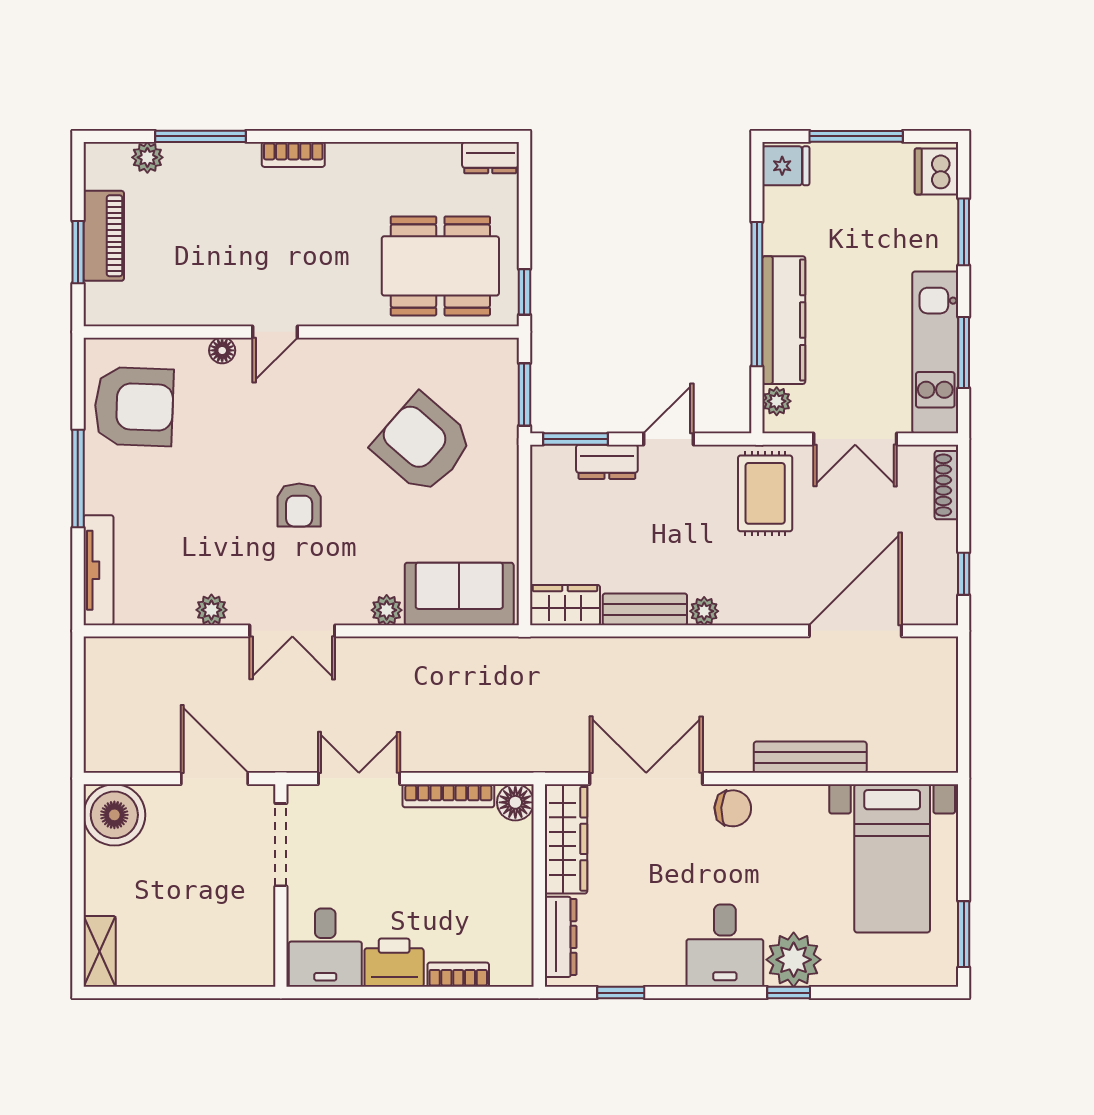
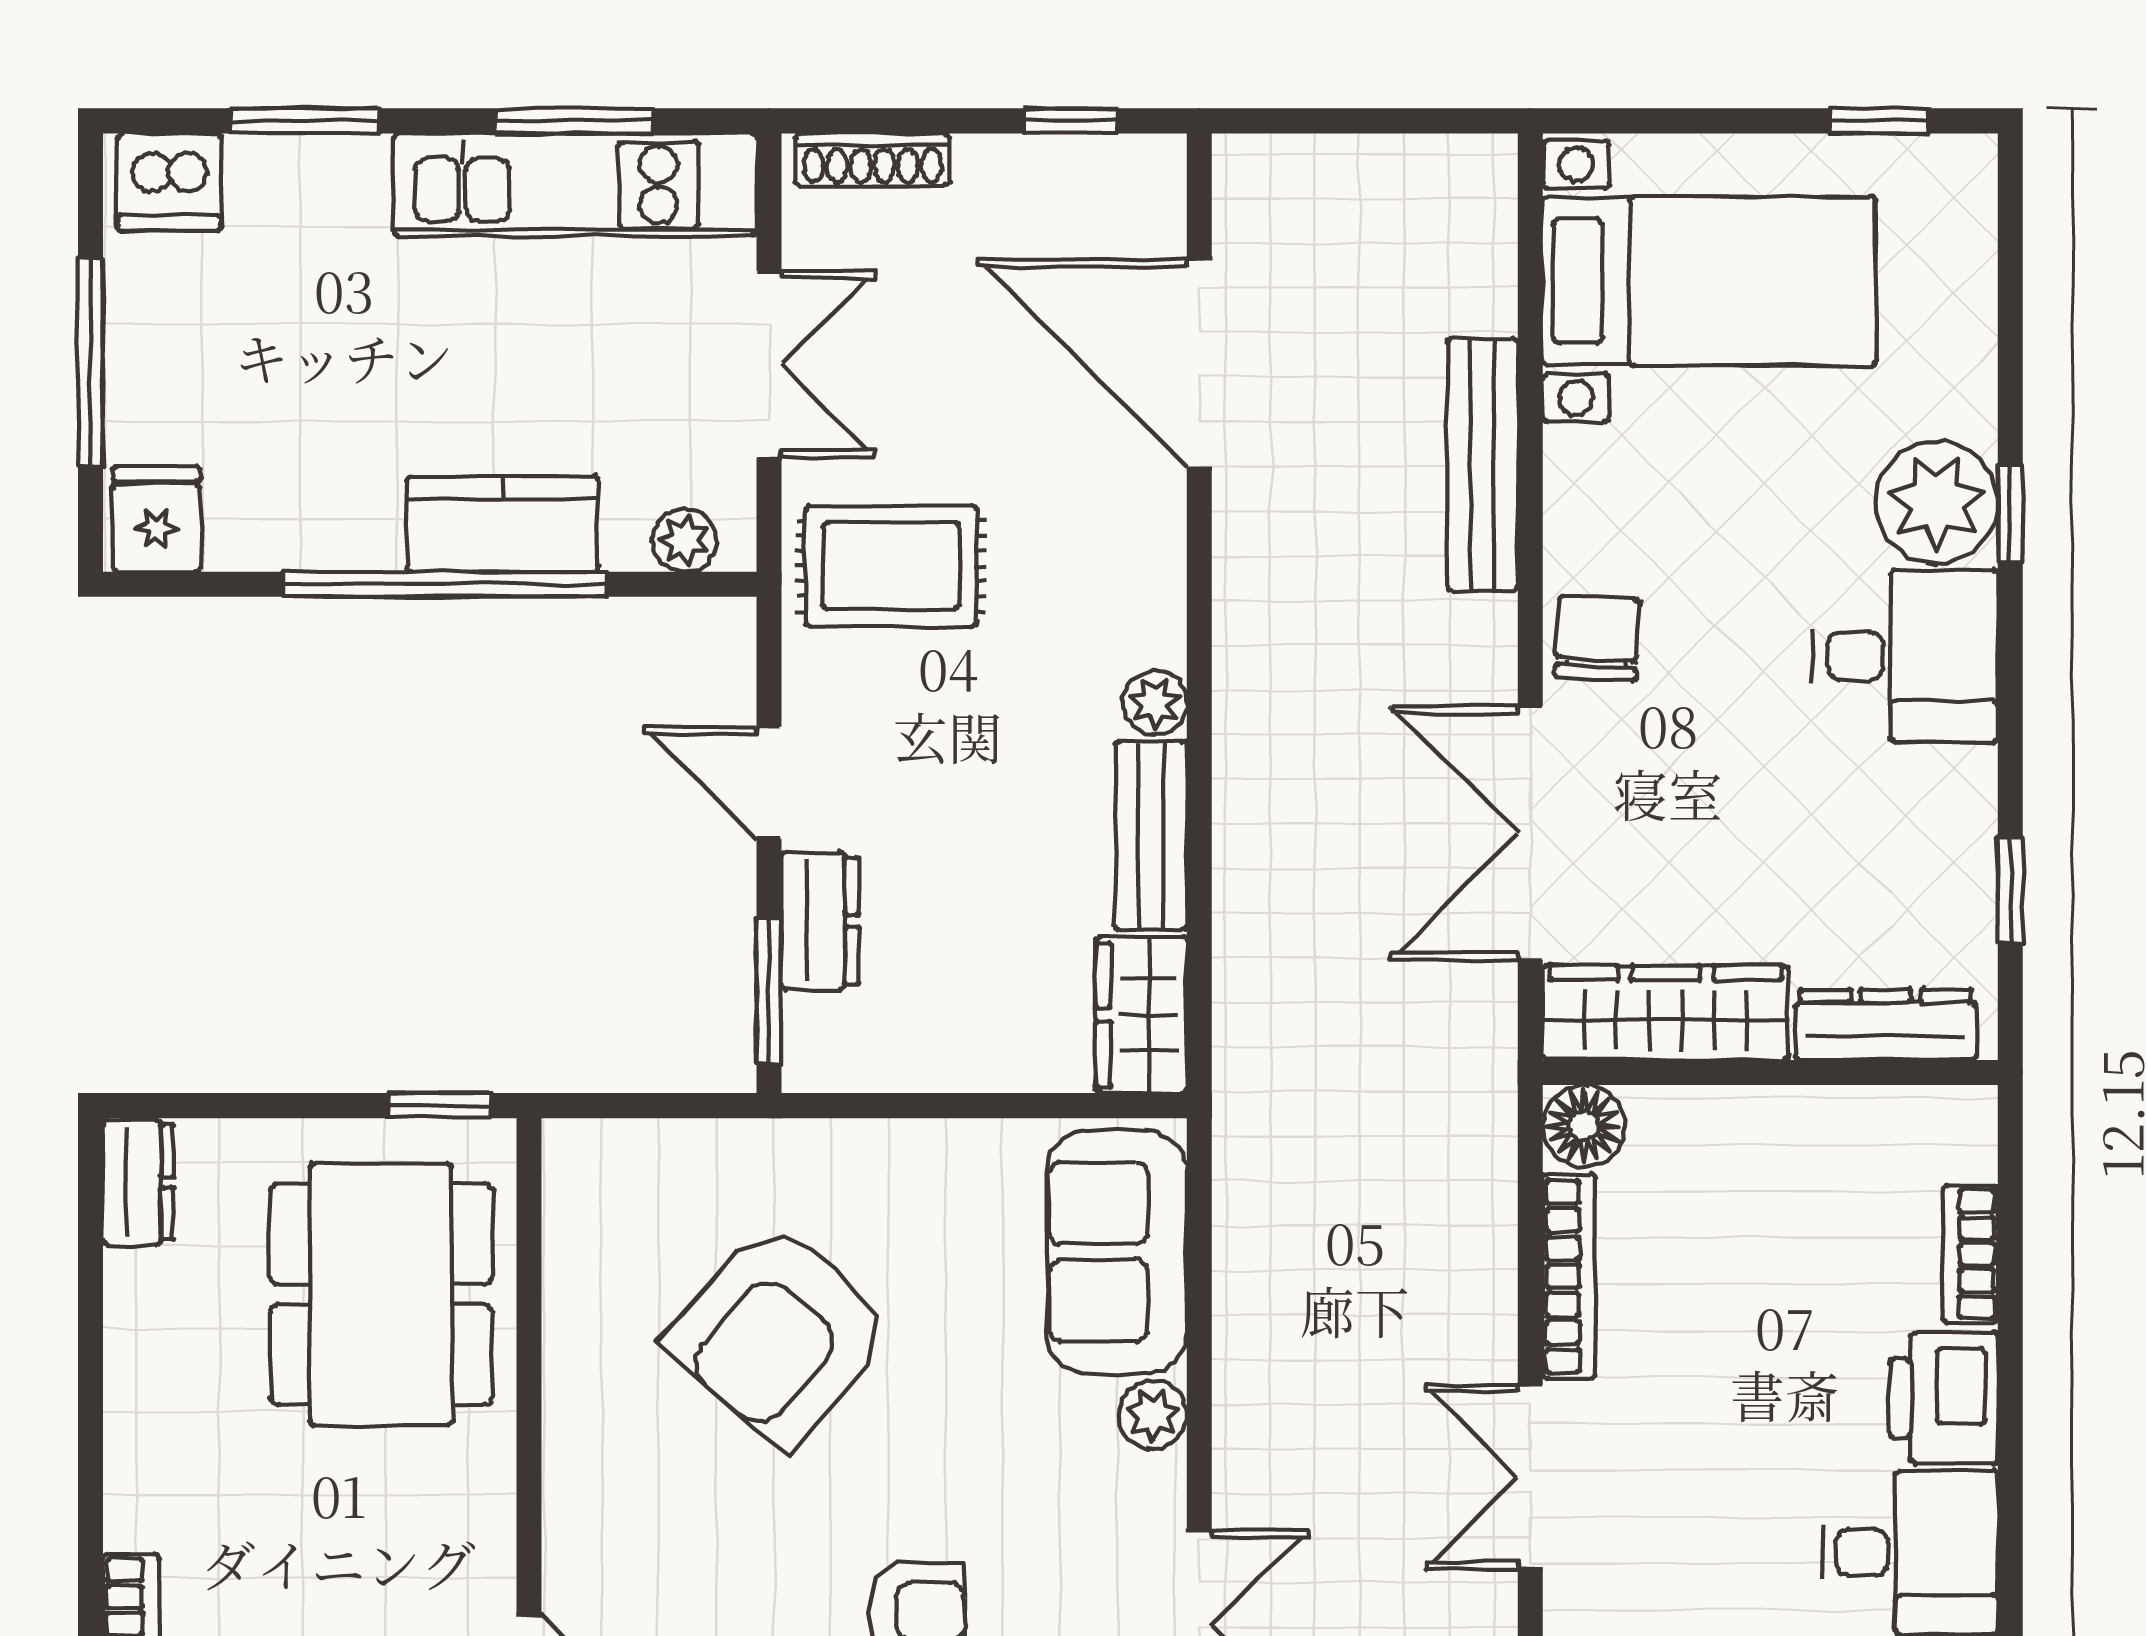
kitchen counter: (784, 320) -> (502, 524), width x0.67
window: (524, 394) -> (669, 1106), removed
window: (964, 934) -> (1879, 121), width x0.67

